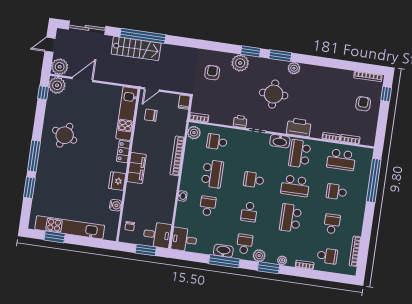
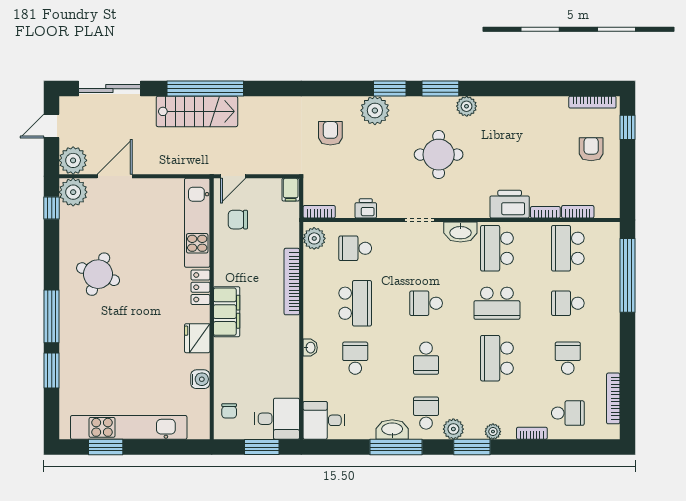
printer: (240, 121) -> (366, 208), moved
printer: (299, 127) -> (510, 204), moved
school desk: (341, 160) -> (568, 248), turned 90

